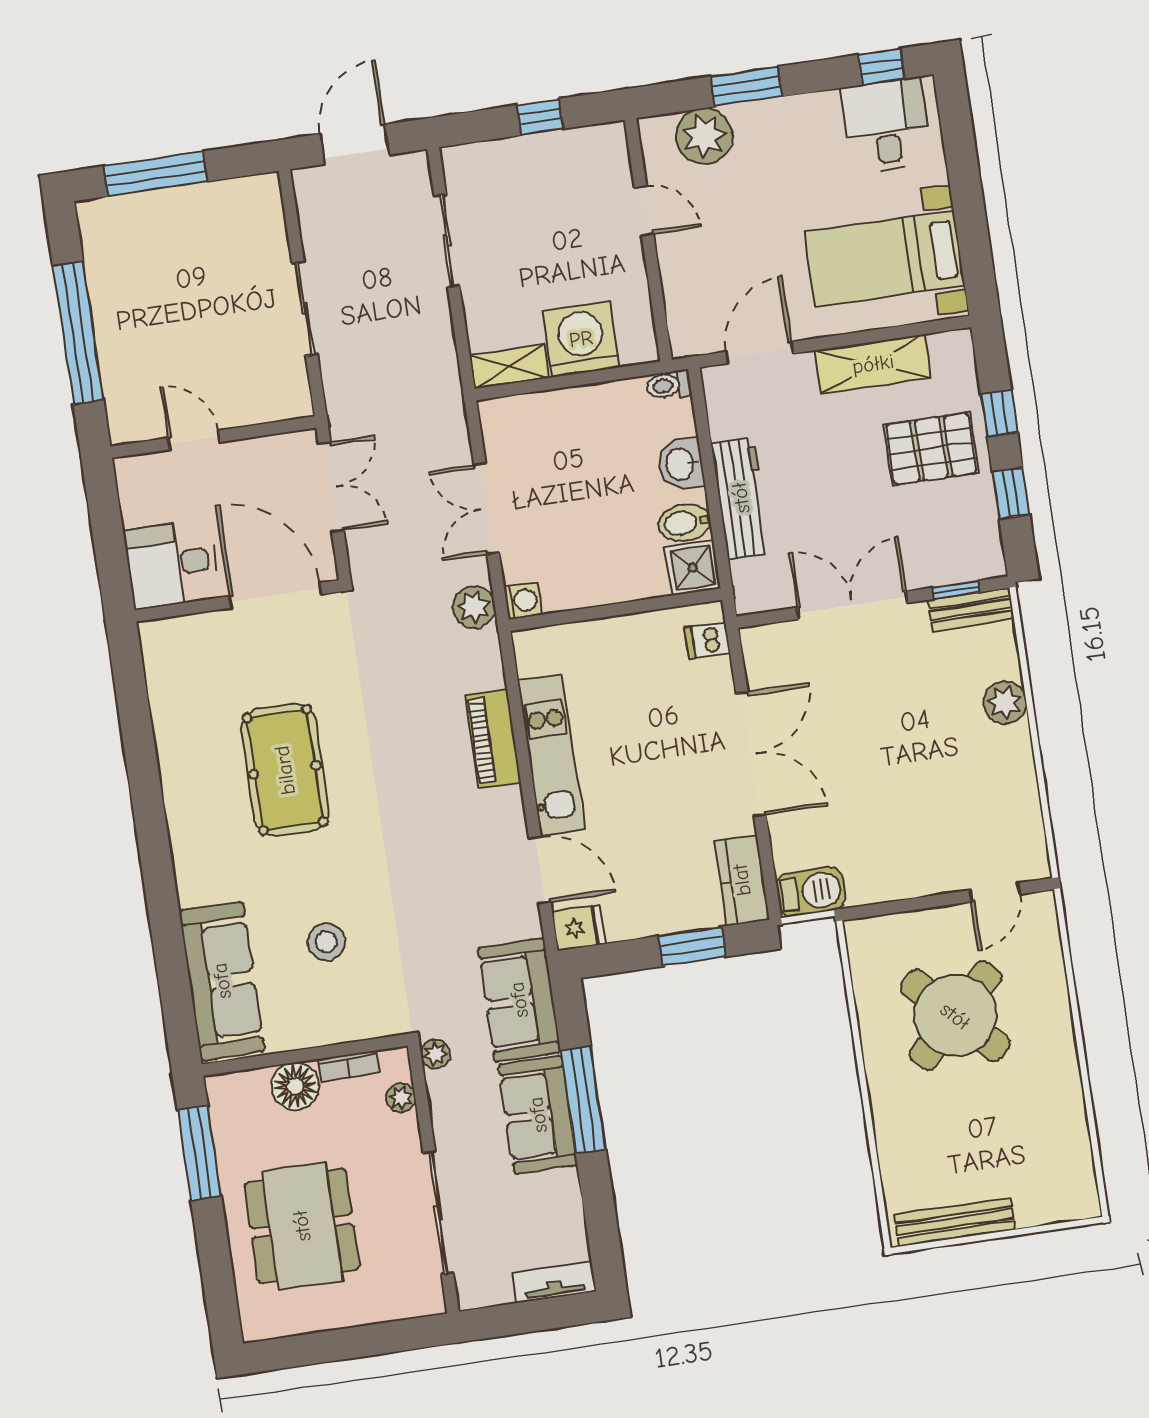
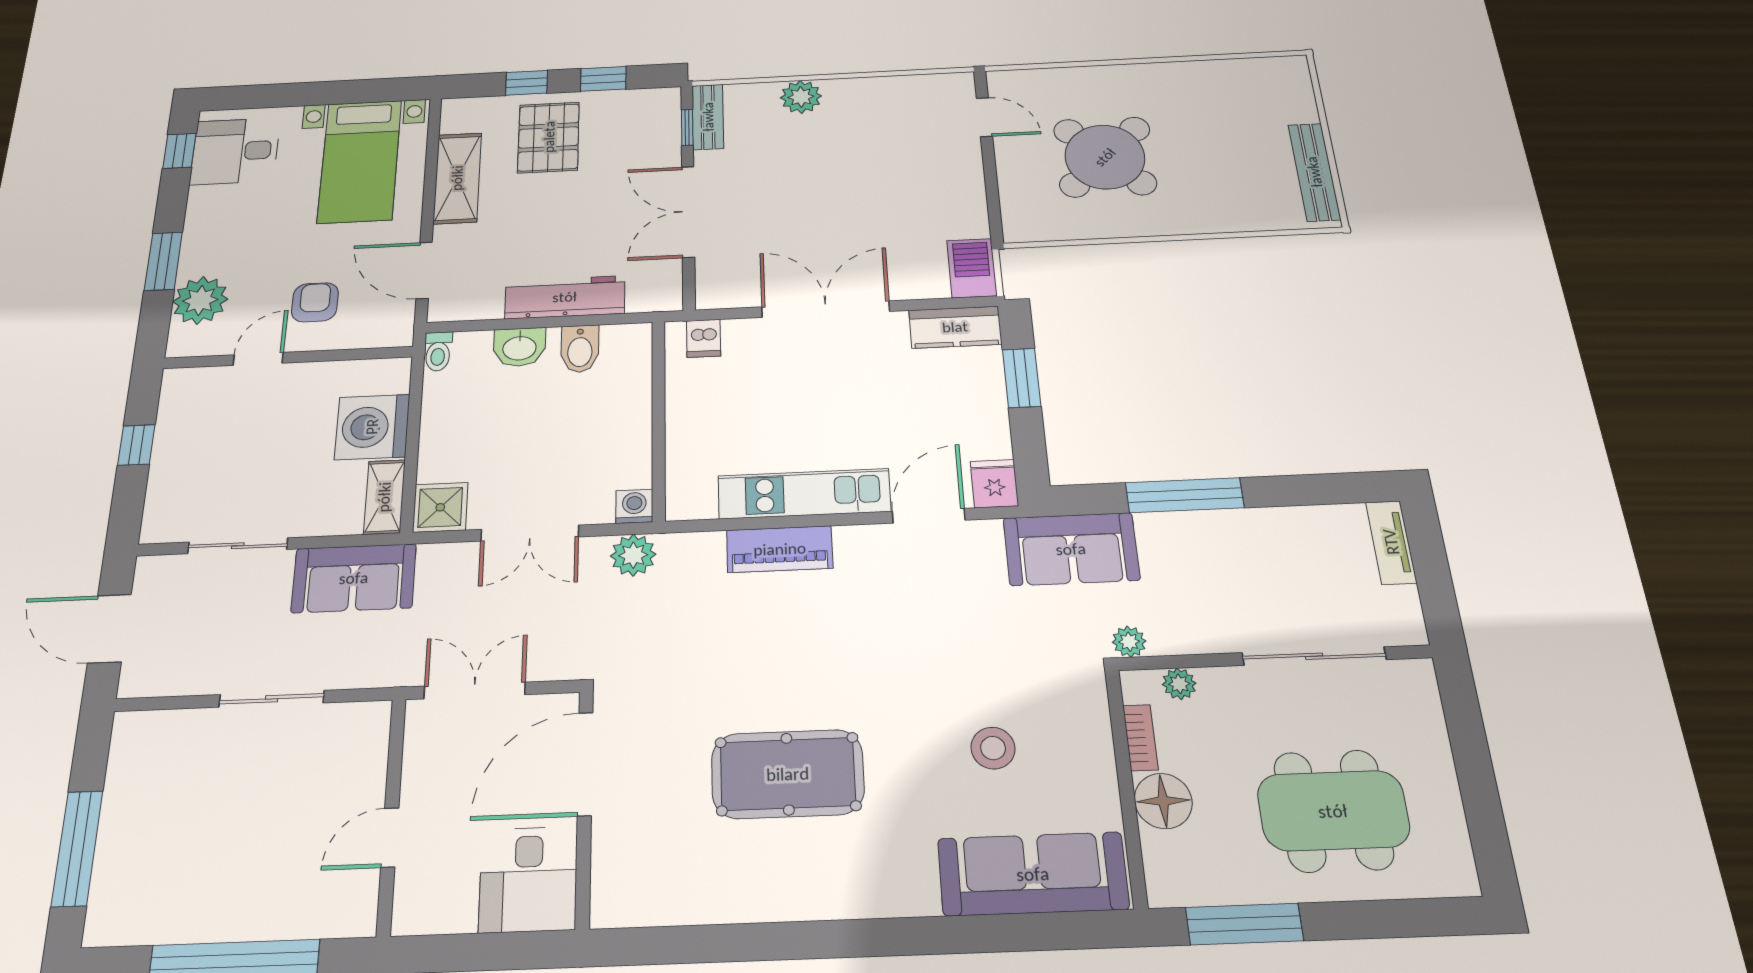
armchair: (713, 252) -> (315, 302), added
shower: (693, 568) -> (440, 507), moved
sofa: (538, 1115) -> (354, 578), moved

